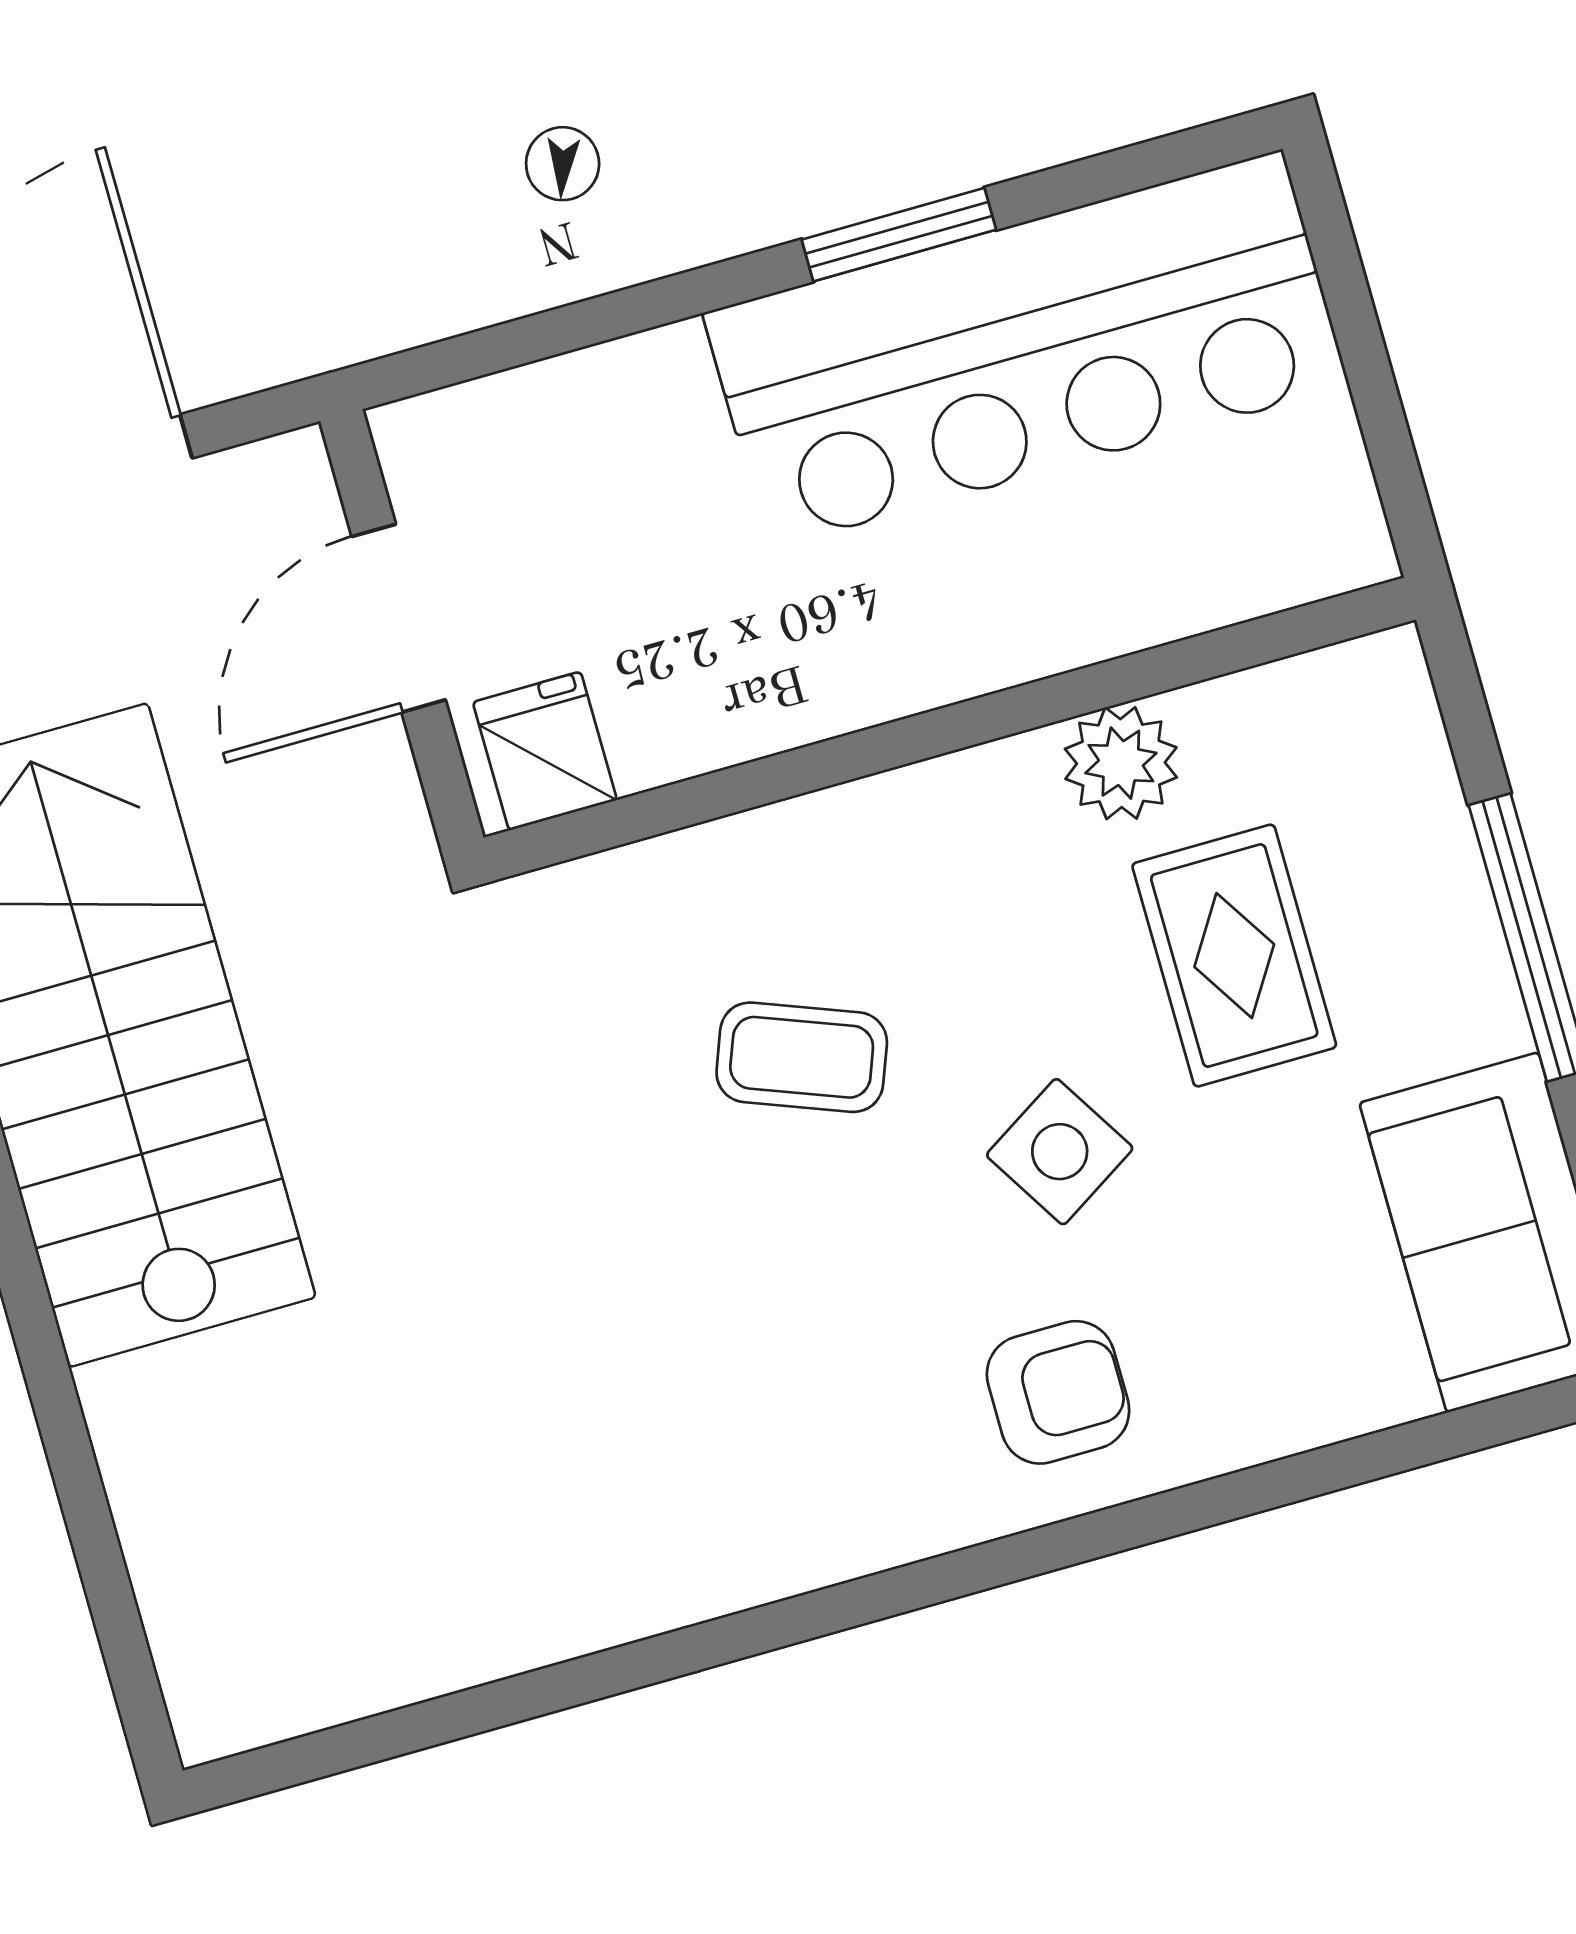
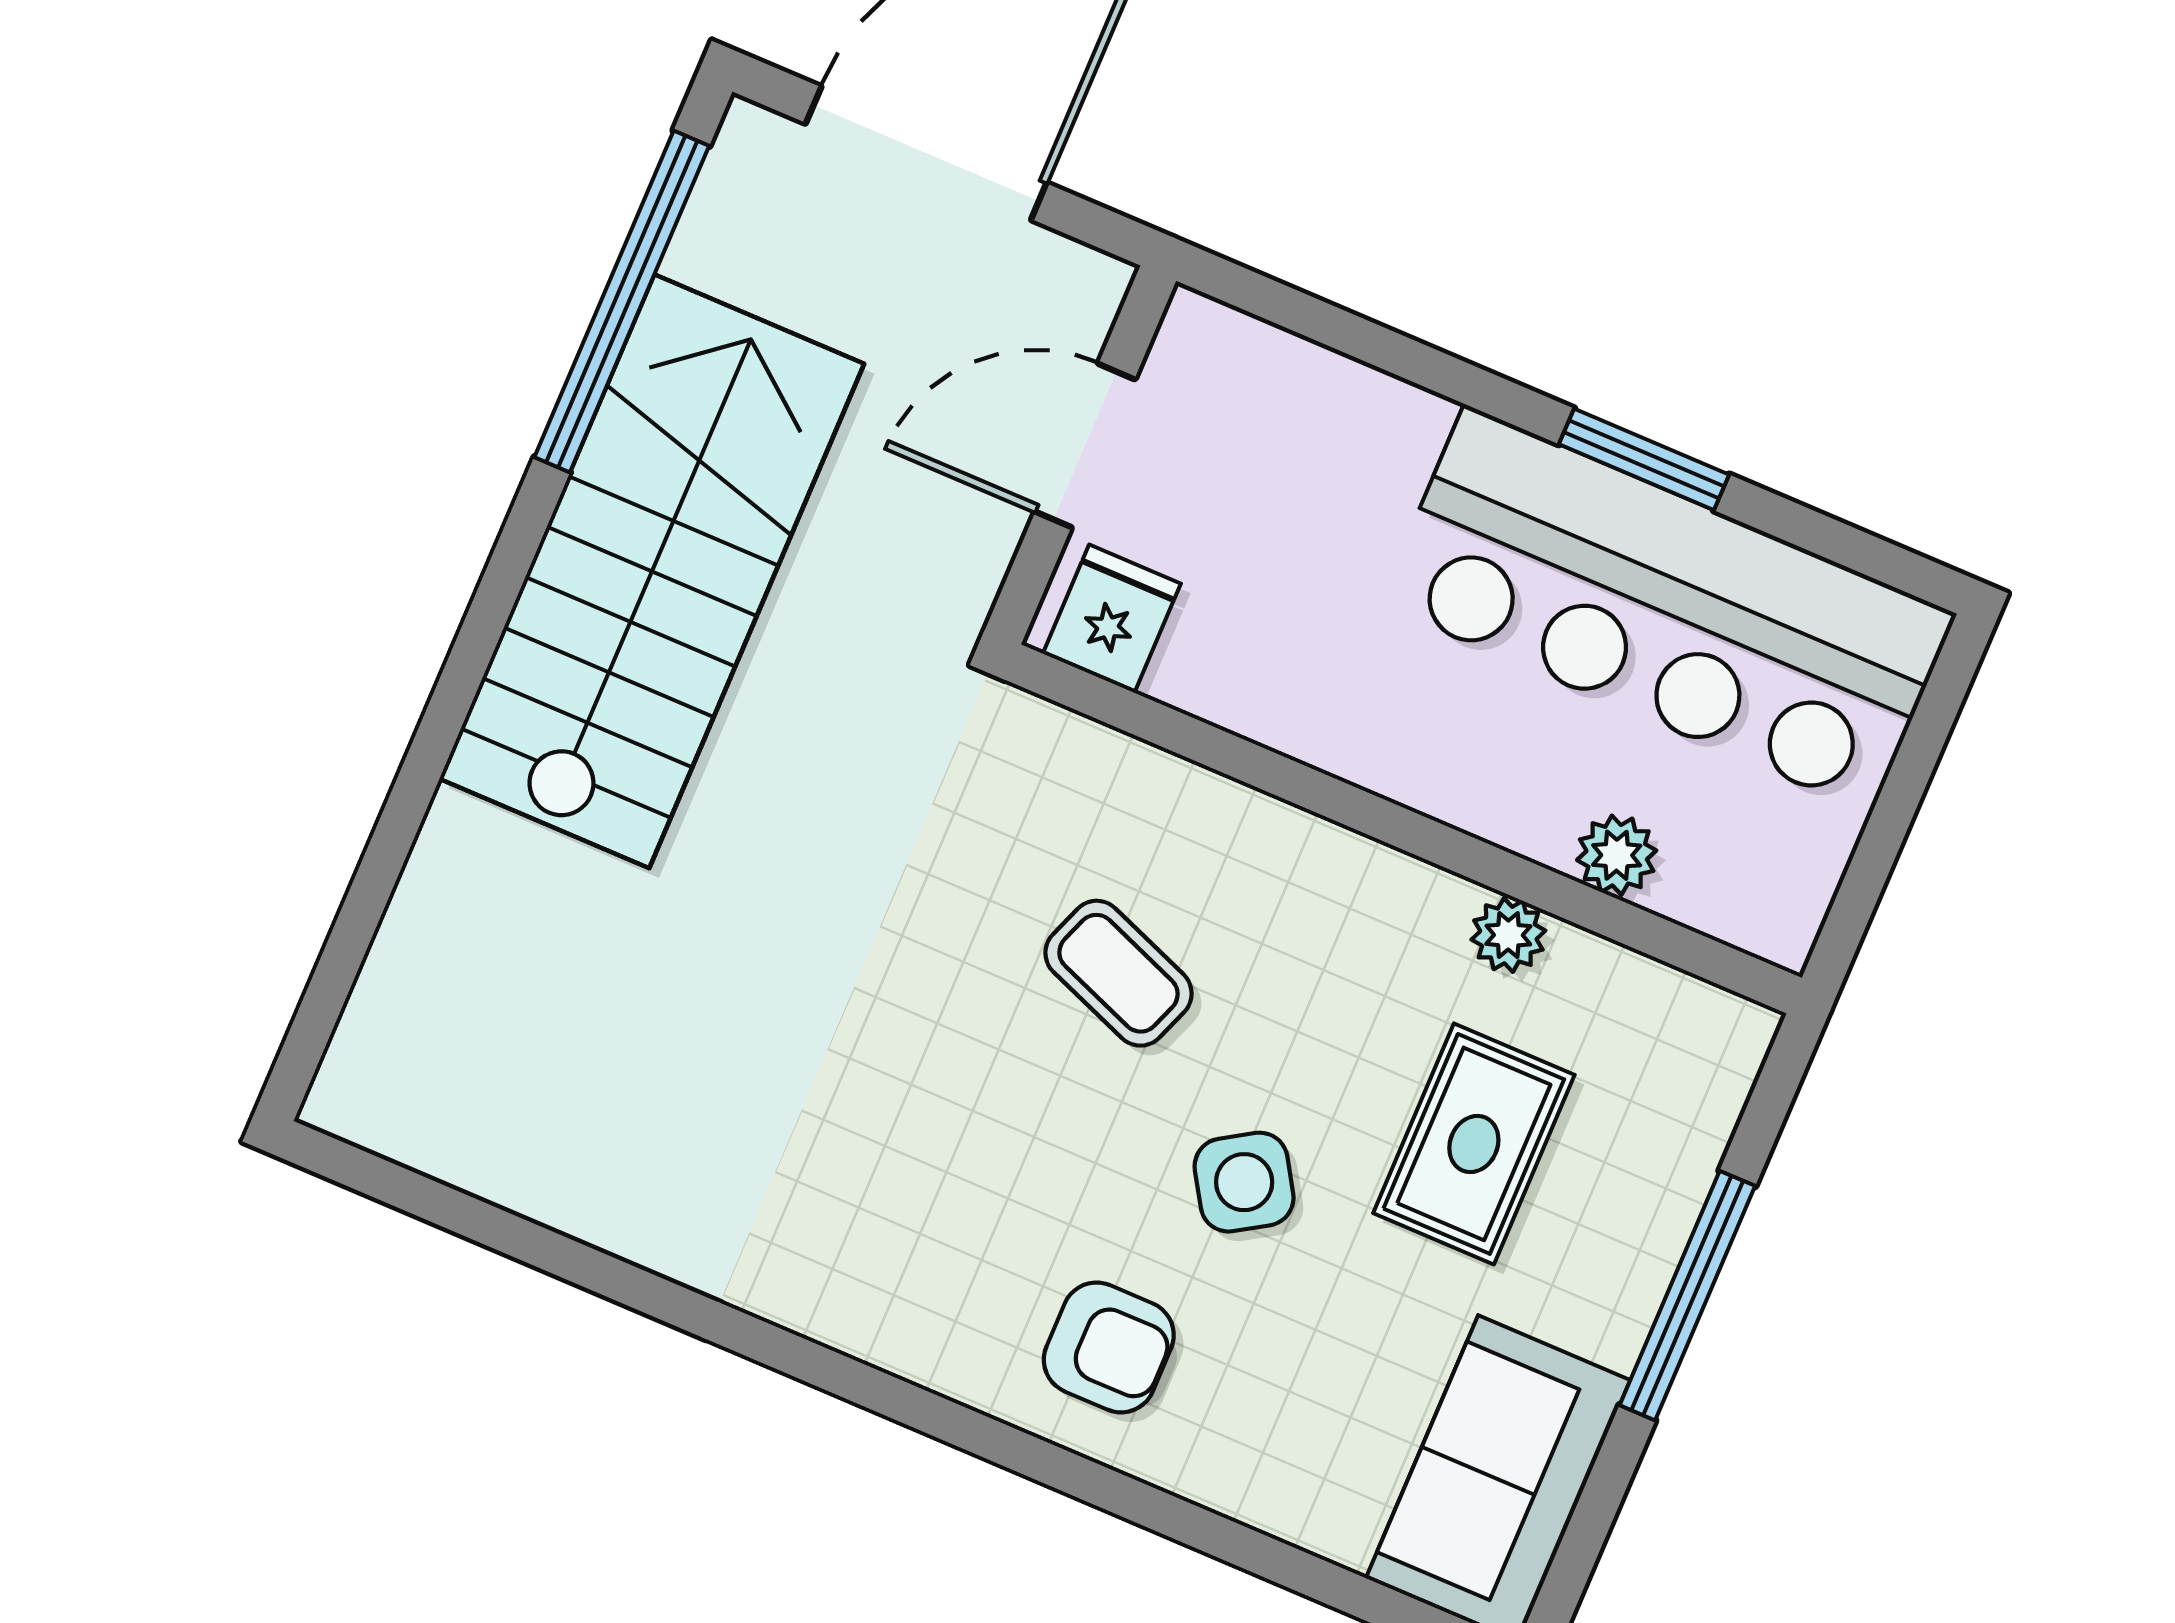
plant: (1155, 601) -> (1617, 855), added
plant: (1121, 763) -> (1508, 935), width x0.73, depth x0.73

